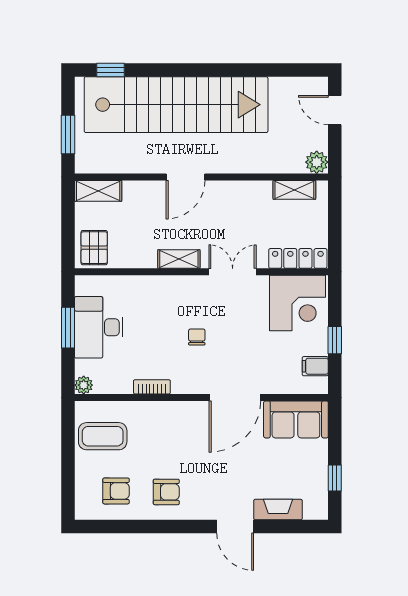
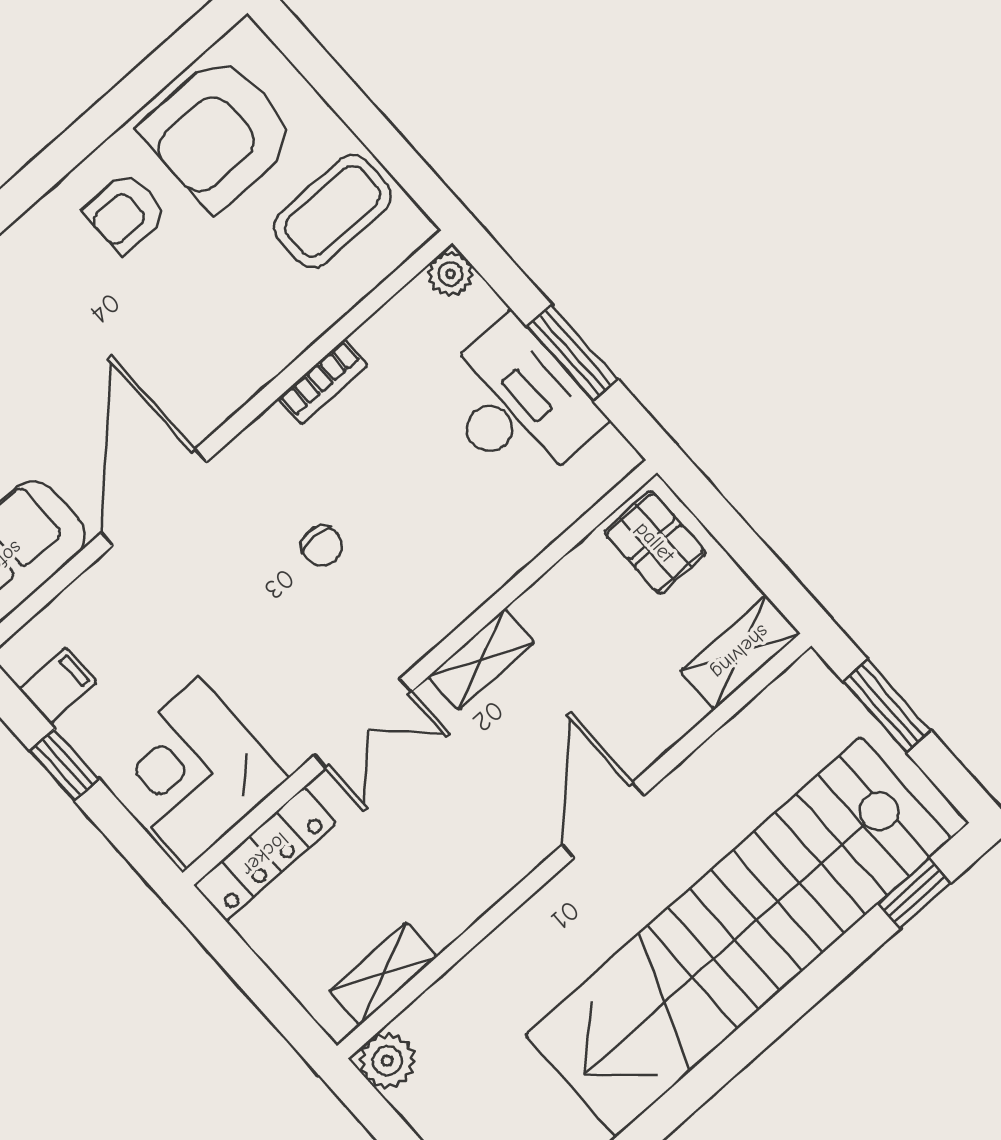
armchair: (116, 491) -> (219, 133), width x1.88, depth x1.88

